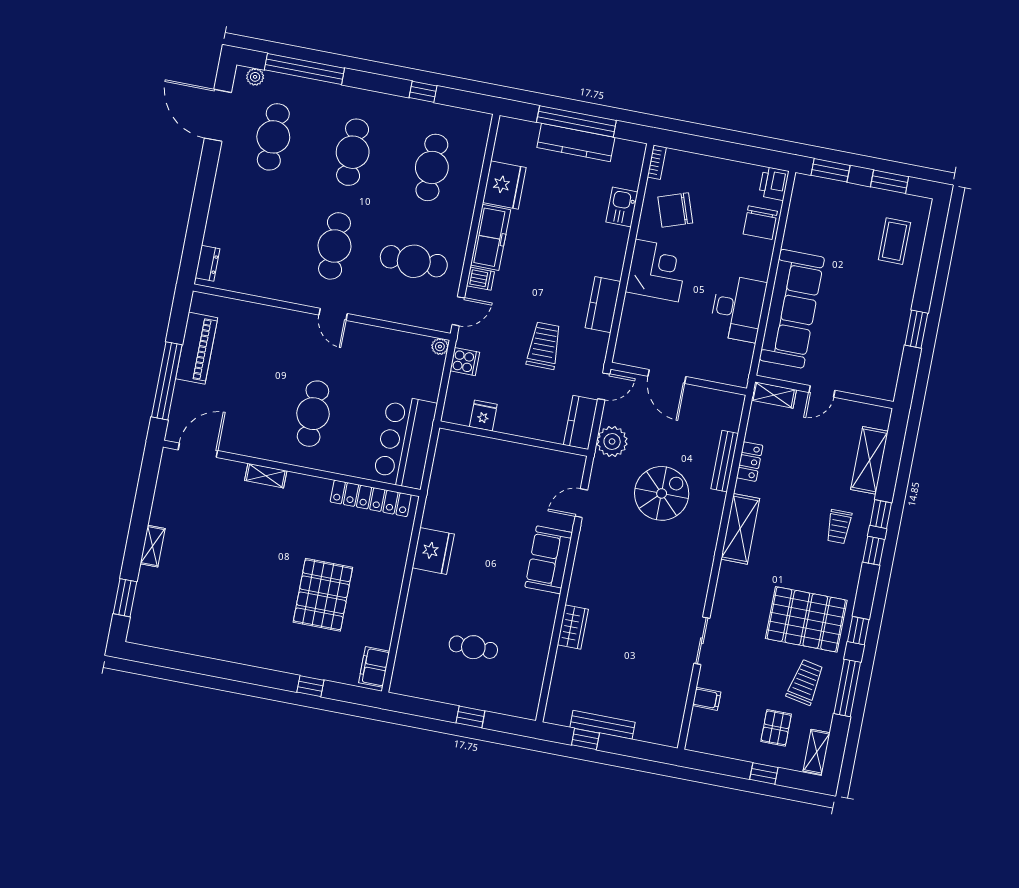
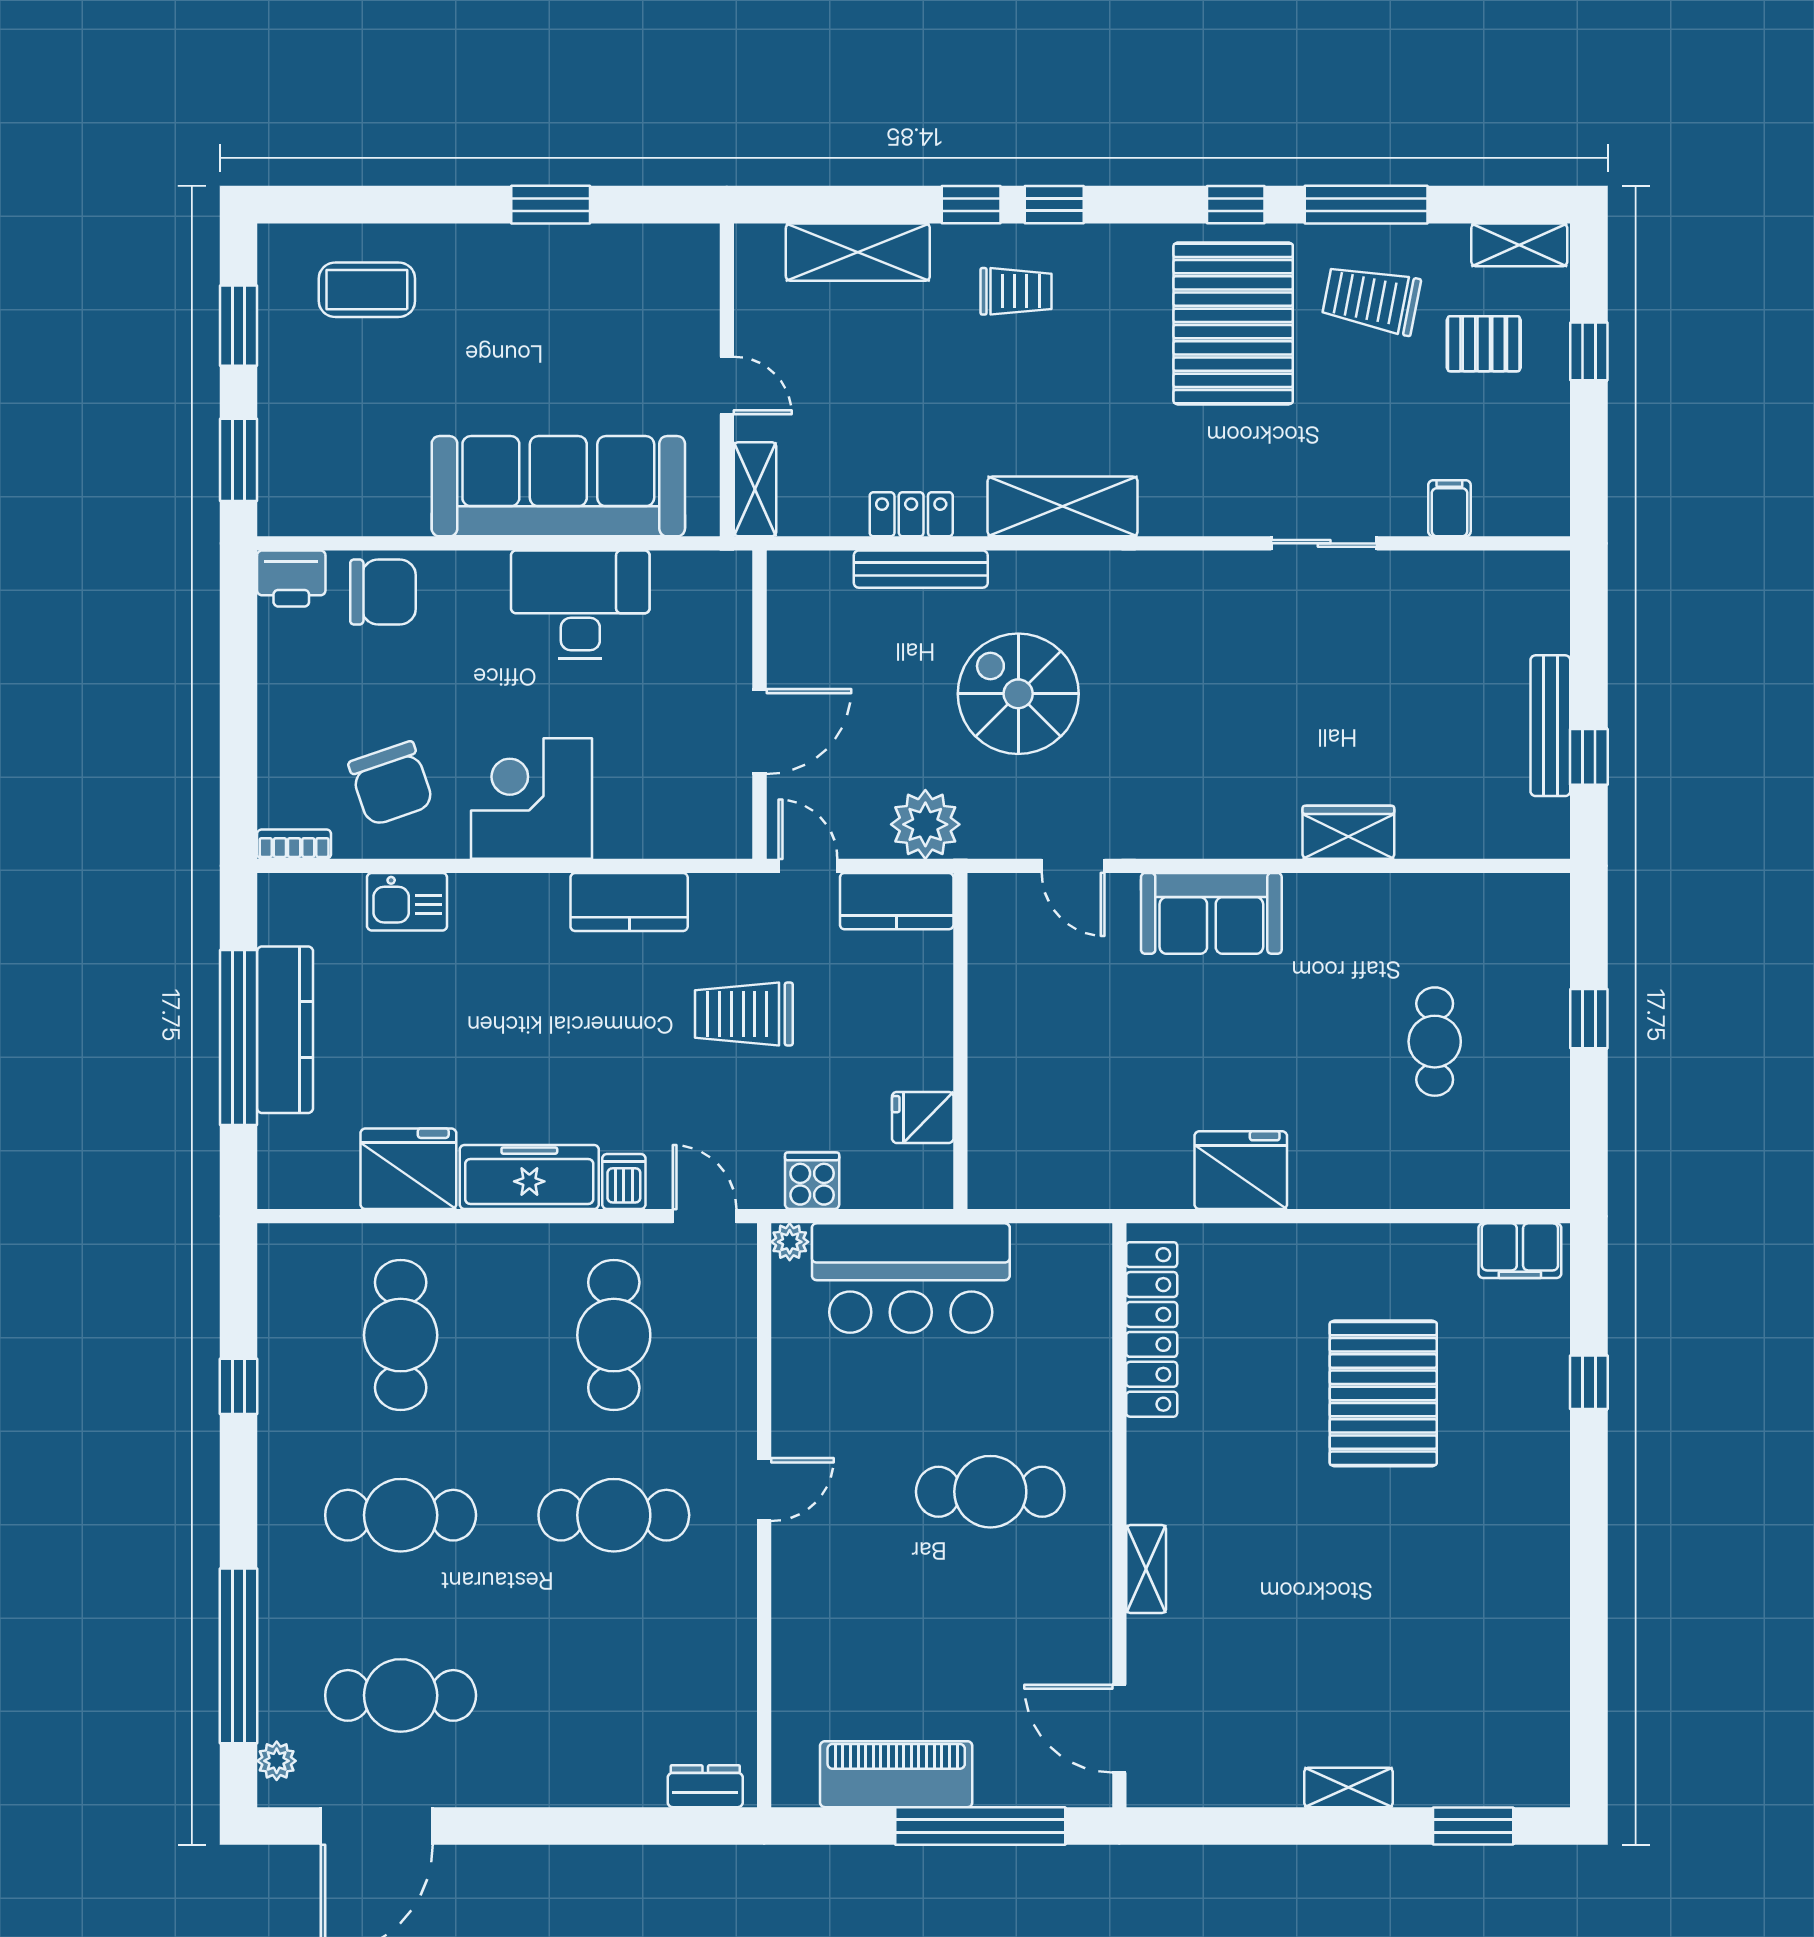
cafe table: (432, 167) -> (401, 1335), turned 90
bar counter: (405, 442) -> (911, 1278), moved
pallet: (323, 595) -> (1383, 1393), turned 90

